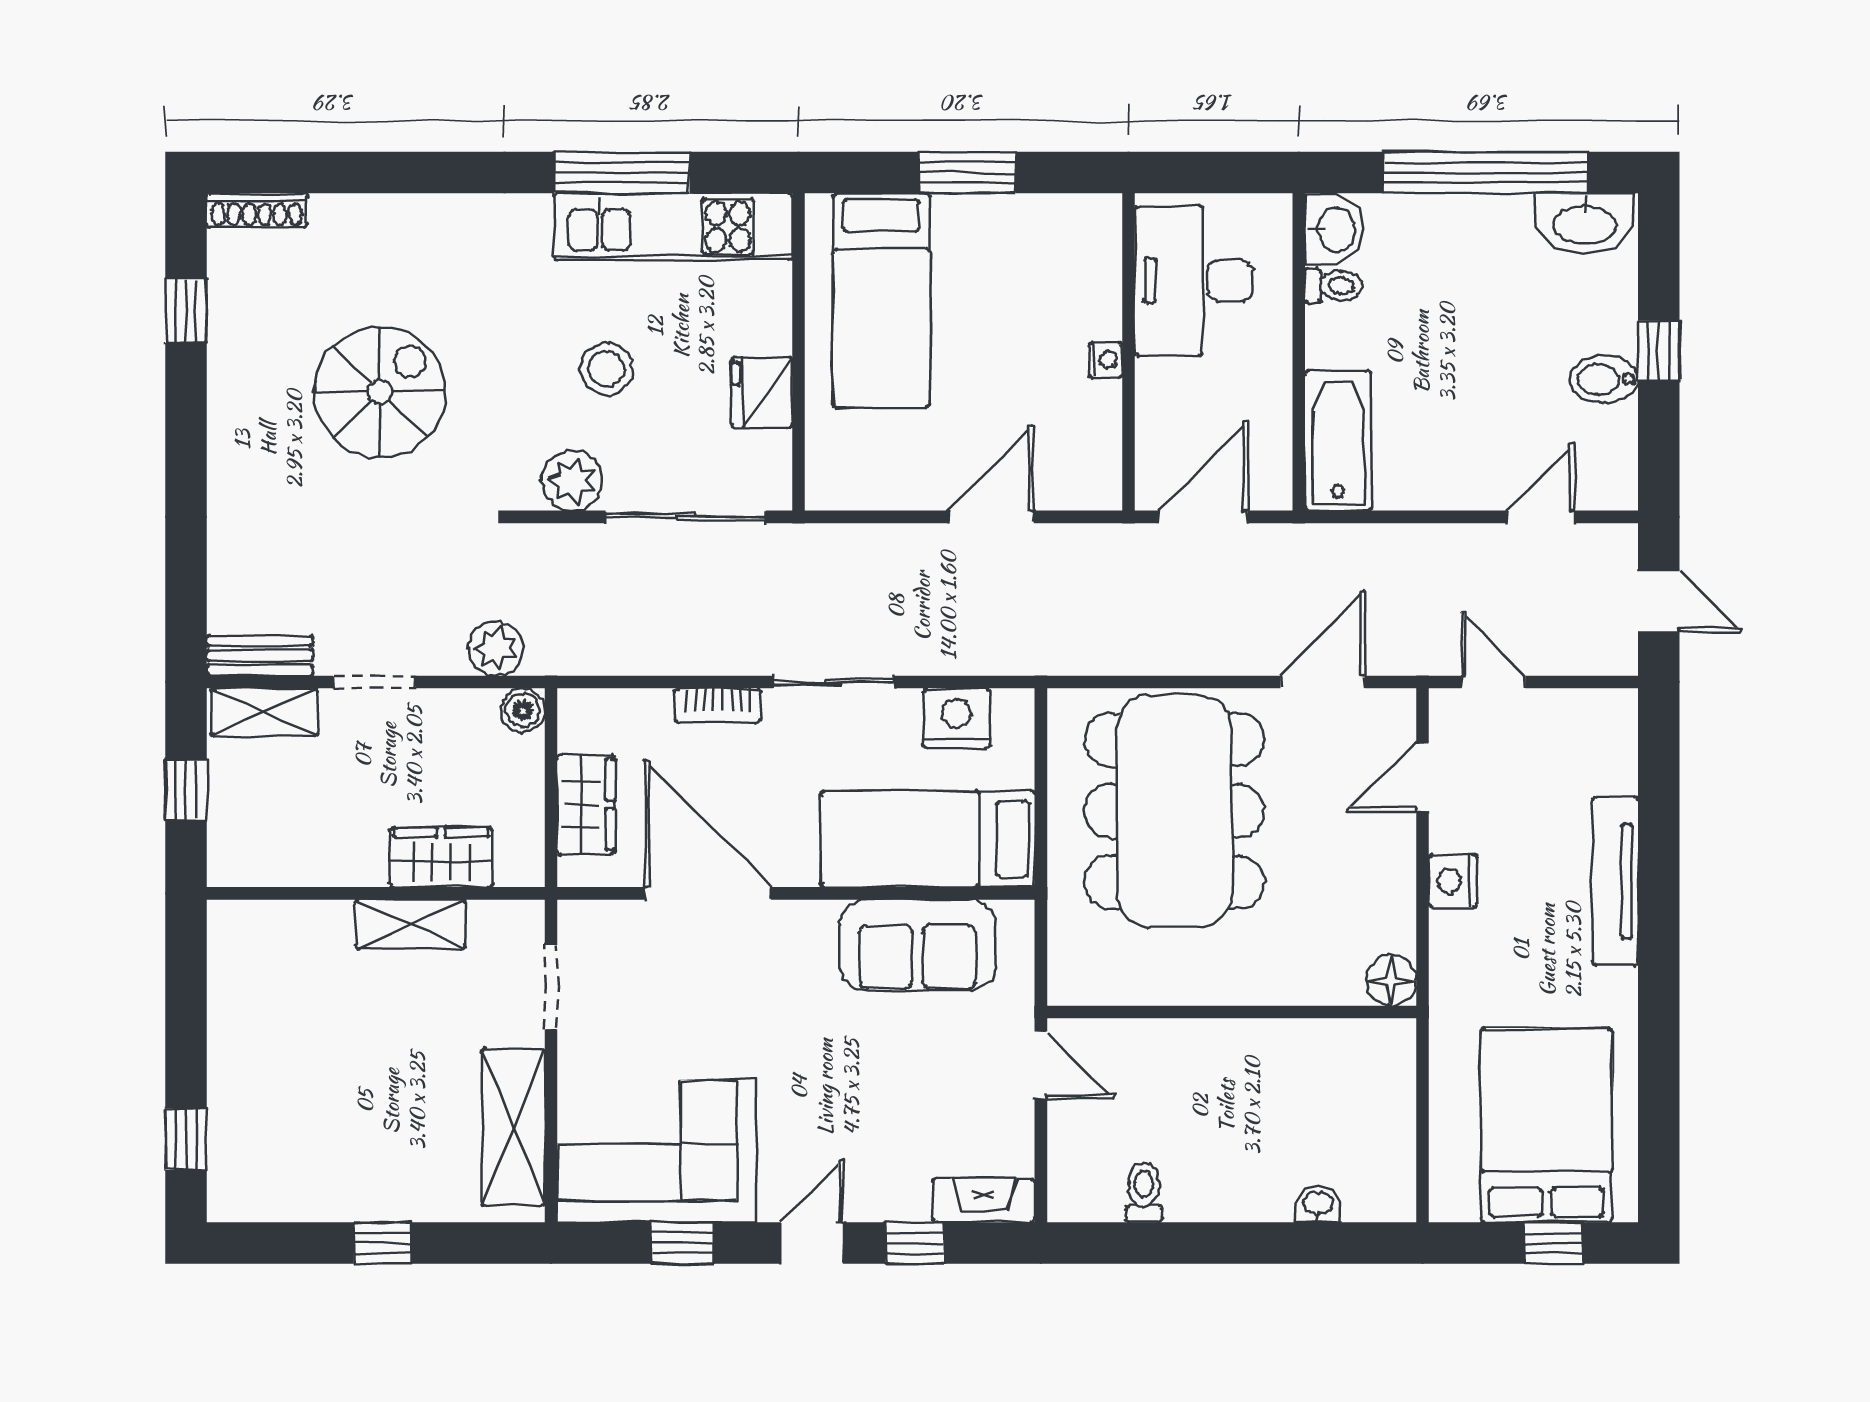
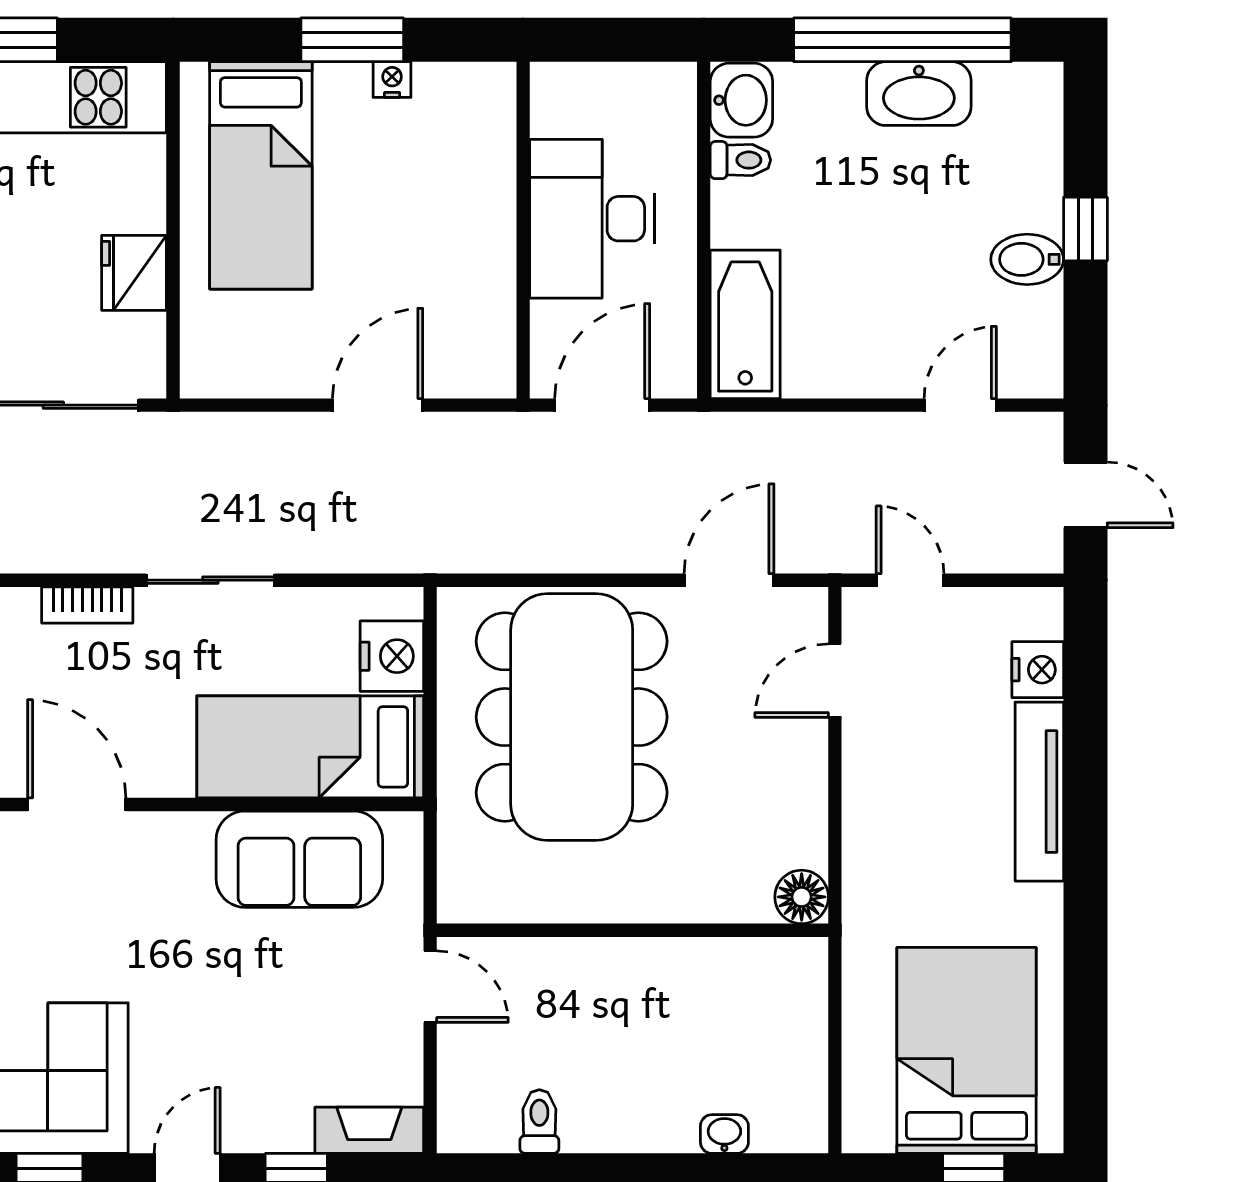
washbasin: (1585, 223) -> (919, 94), moved
desk: (1194, 281) -> (592, 219), moved
nightstand: (1105, 360) -> (392, 80), moved, turned -90
nightstand: (957, 718) -> (392, 656), moved, turned 90
nightstand: (1453, 881) -> (1038, 670), moved, turned 180
door: (708, 893) -> (77, 804), width x0.73

